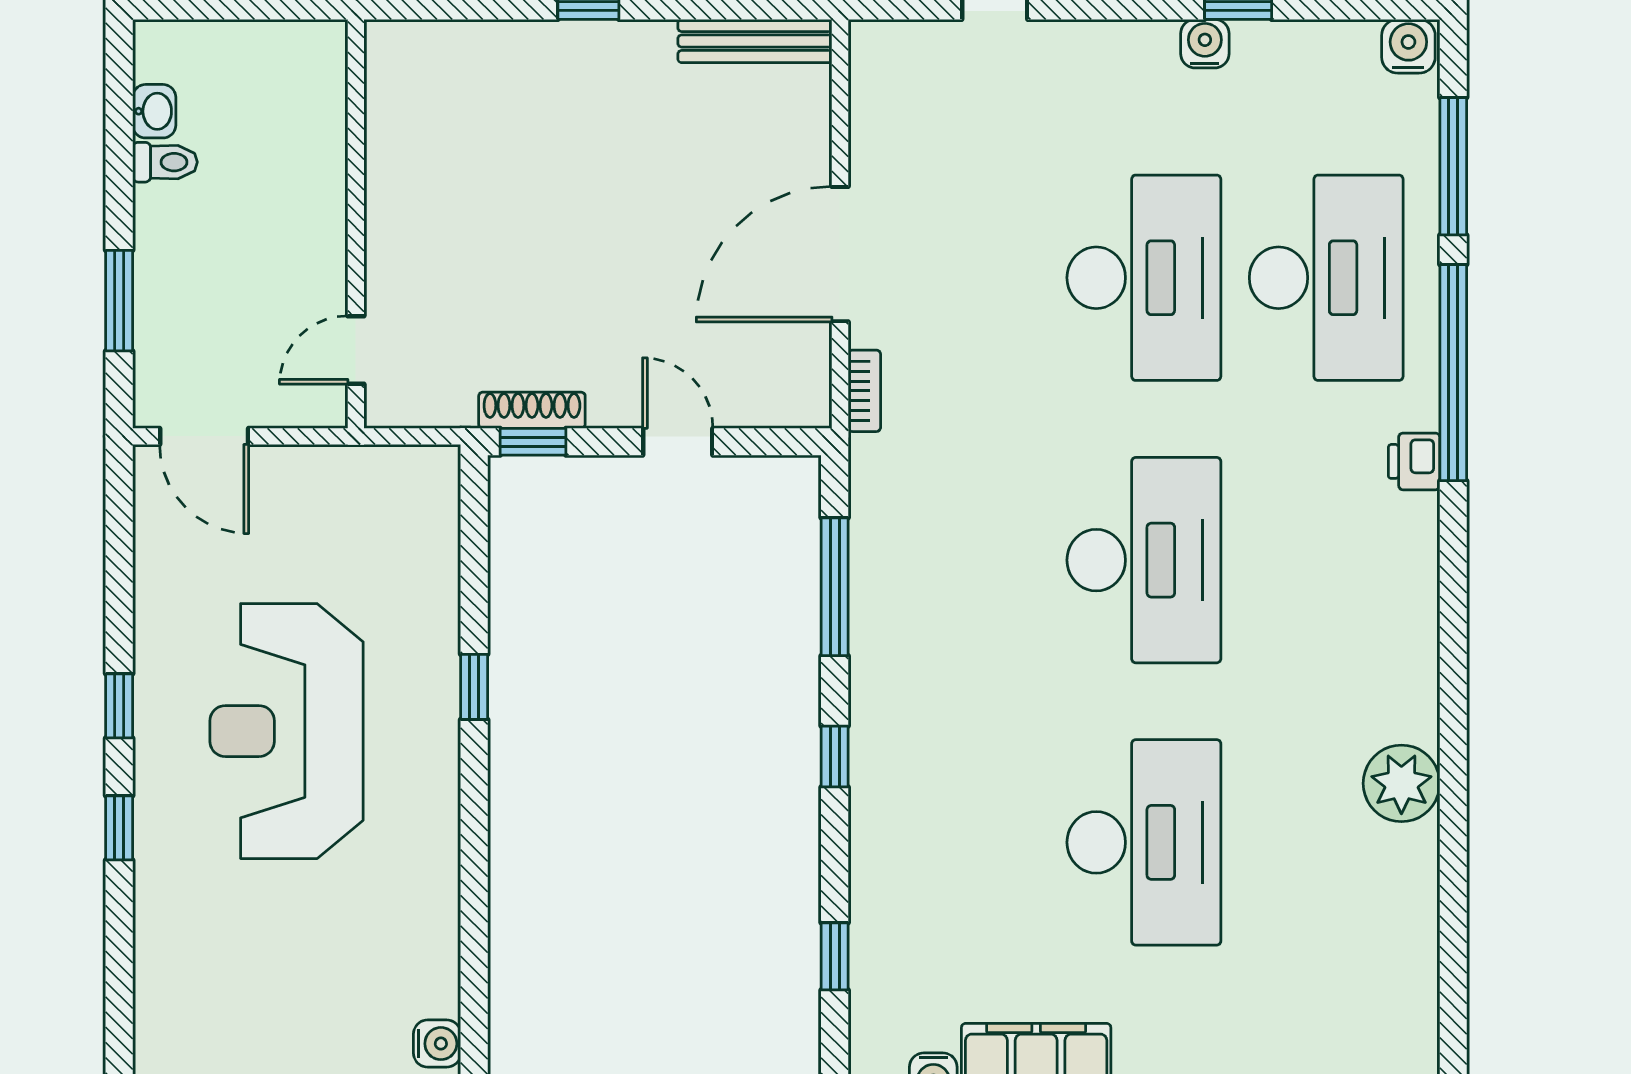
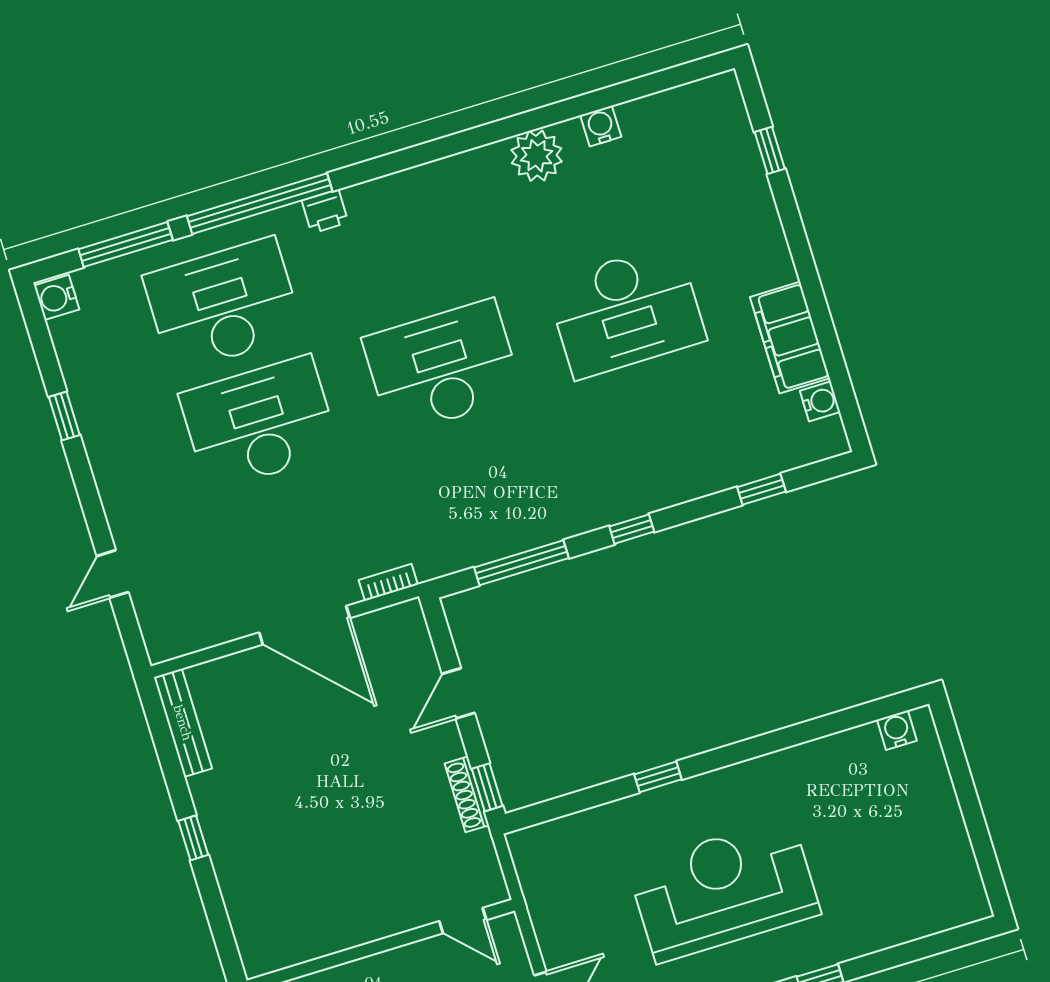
water cooler: (1205, 44) -> (601, 126), moved, turned 90
reception desk: (287, 731) -> (724, 890), turned 180
desk: (1144, 842) -> (626, 311), turned 180

